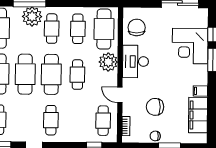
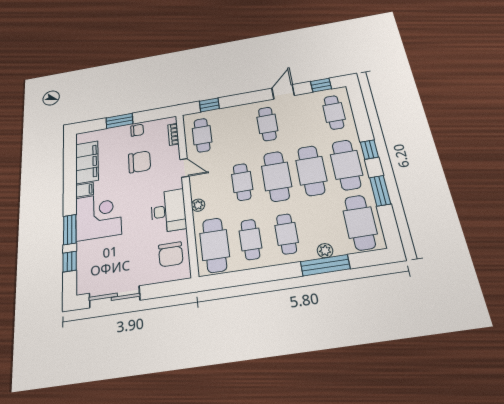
plant: (32, 17) -> (325, 251), width x0.53, depth x0.53
corner desk: (190, 46) -> (98, 216), moved
plant: (108, 62) -> (198, 205), width x0.53, depth x0.53

